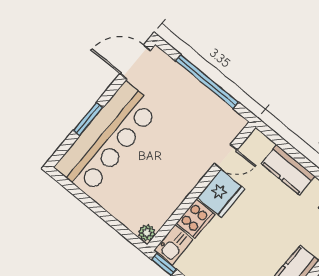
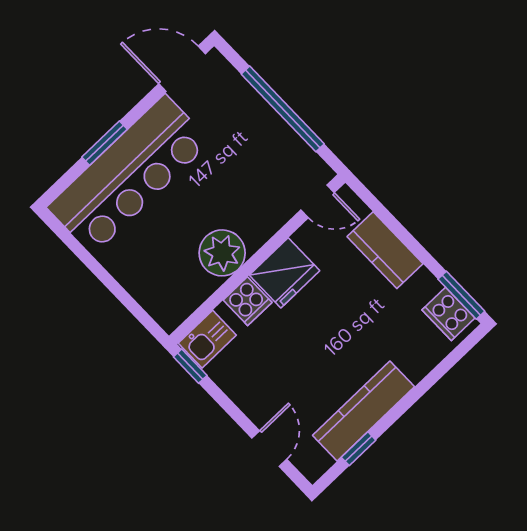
door: (226, 157) -> (318, 201), moved
cooker: (196, 219) -> (248, 301), width x0.73
plant: (147, 233) -> (222, 253), moved, width x1.87, depth x1.87

